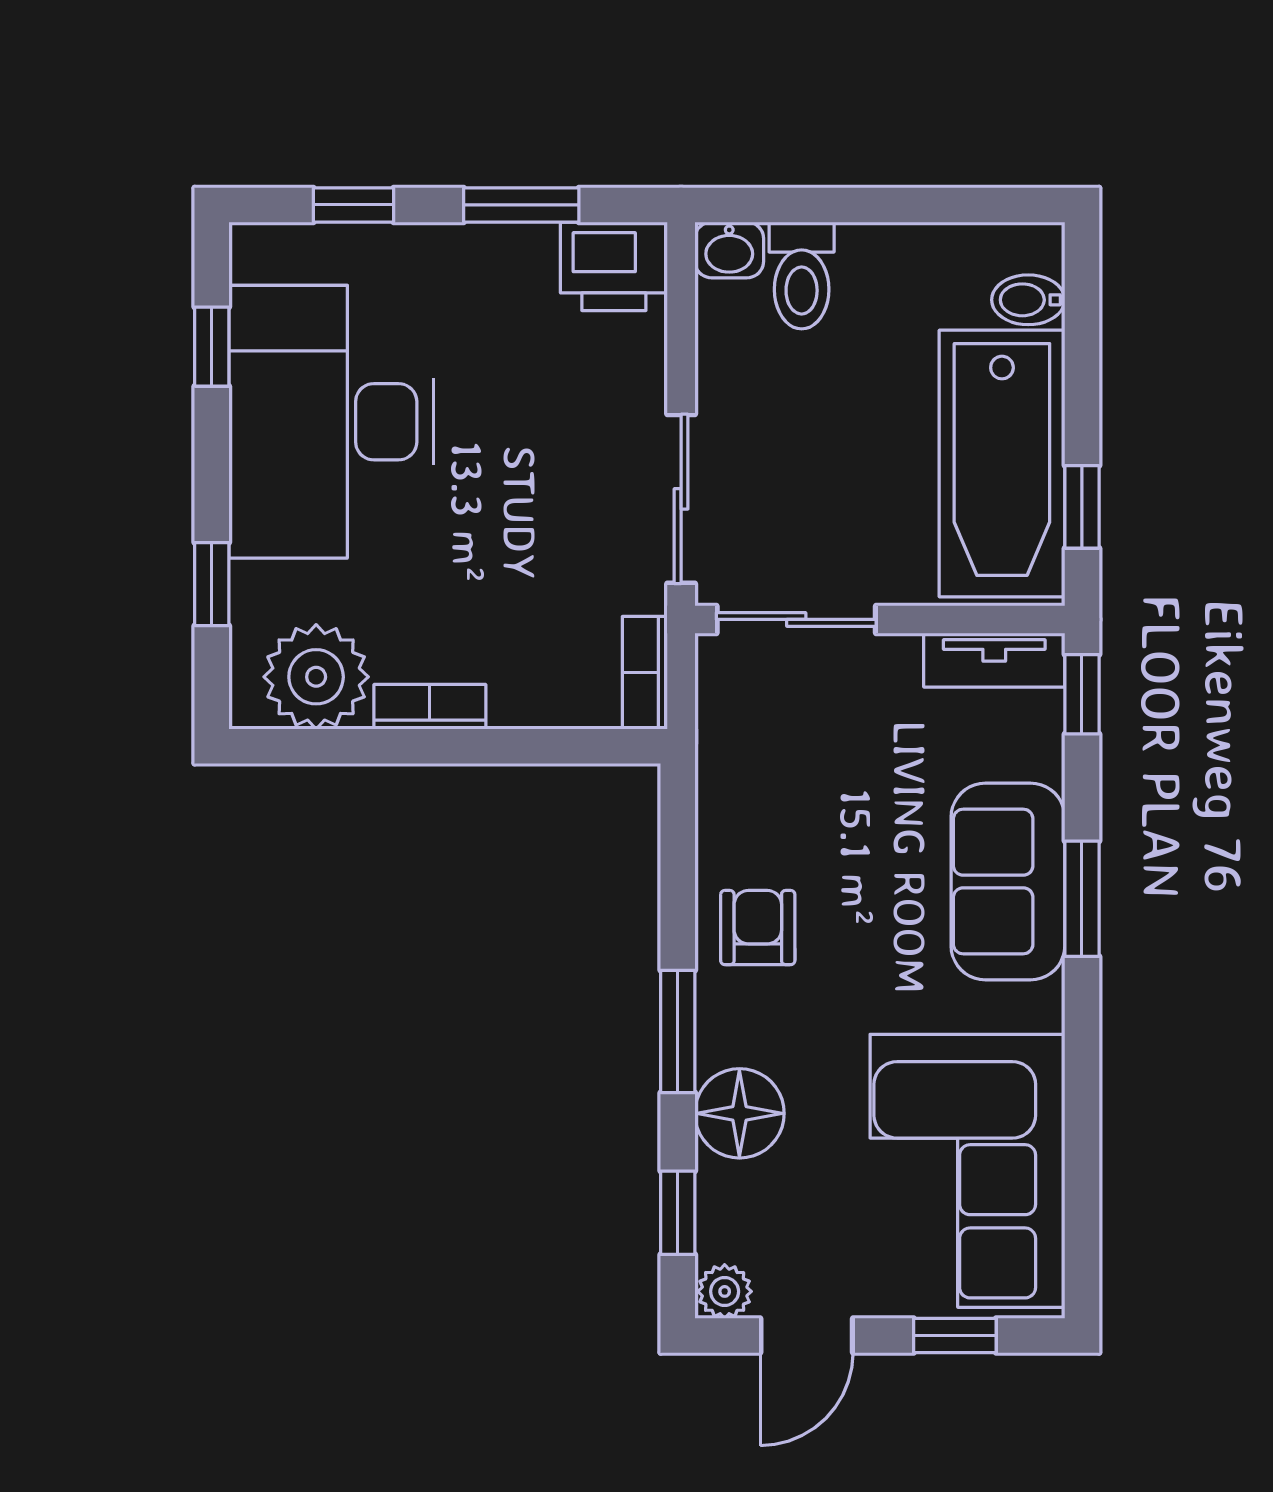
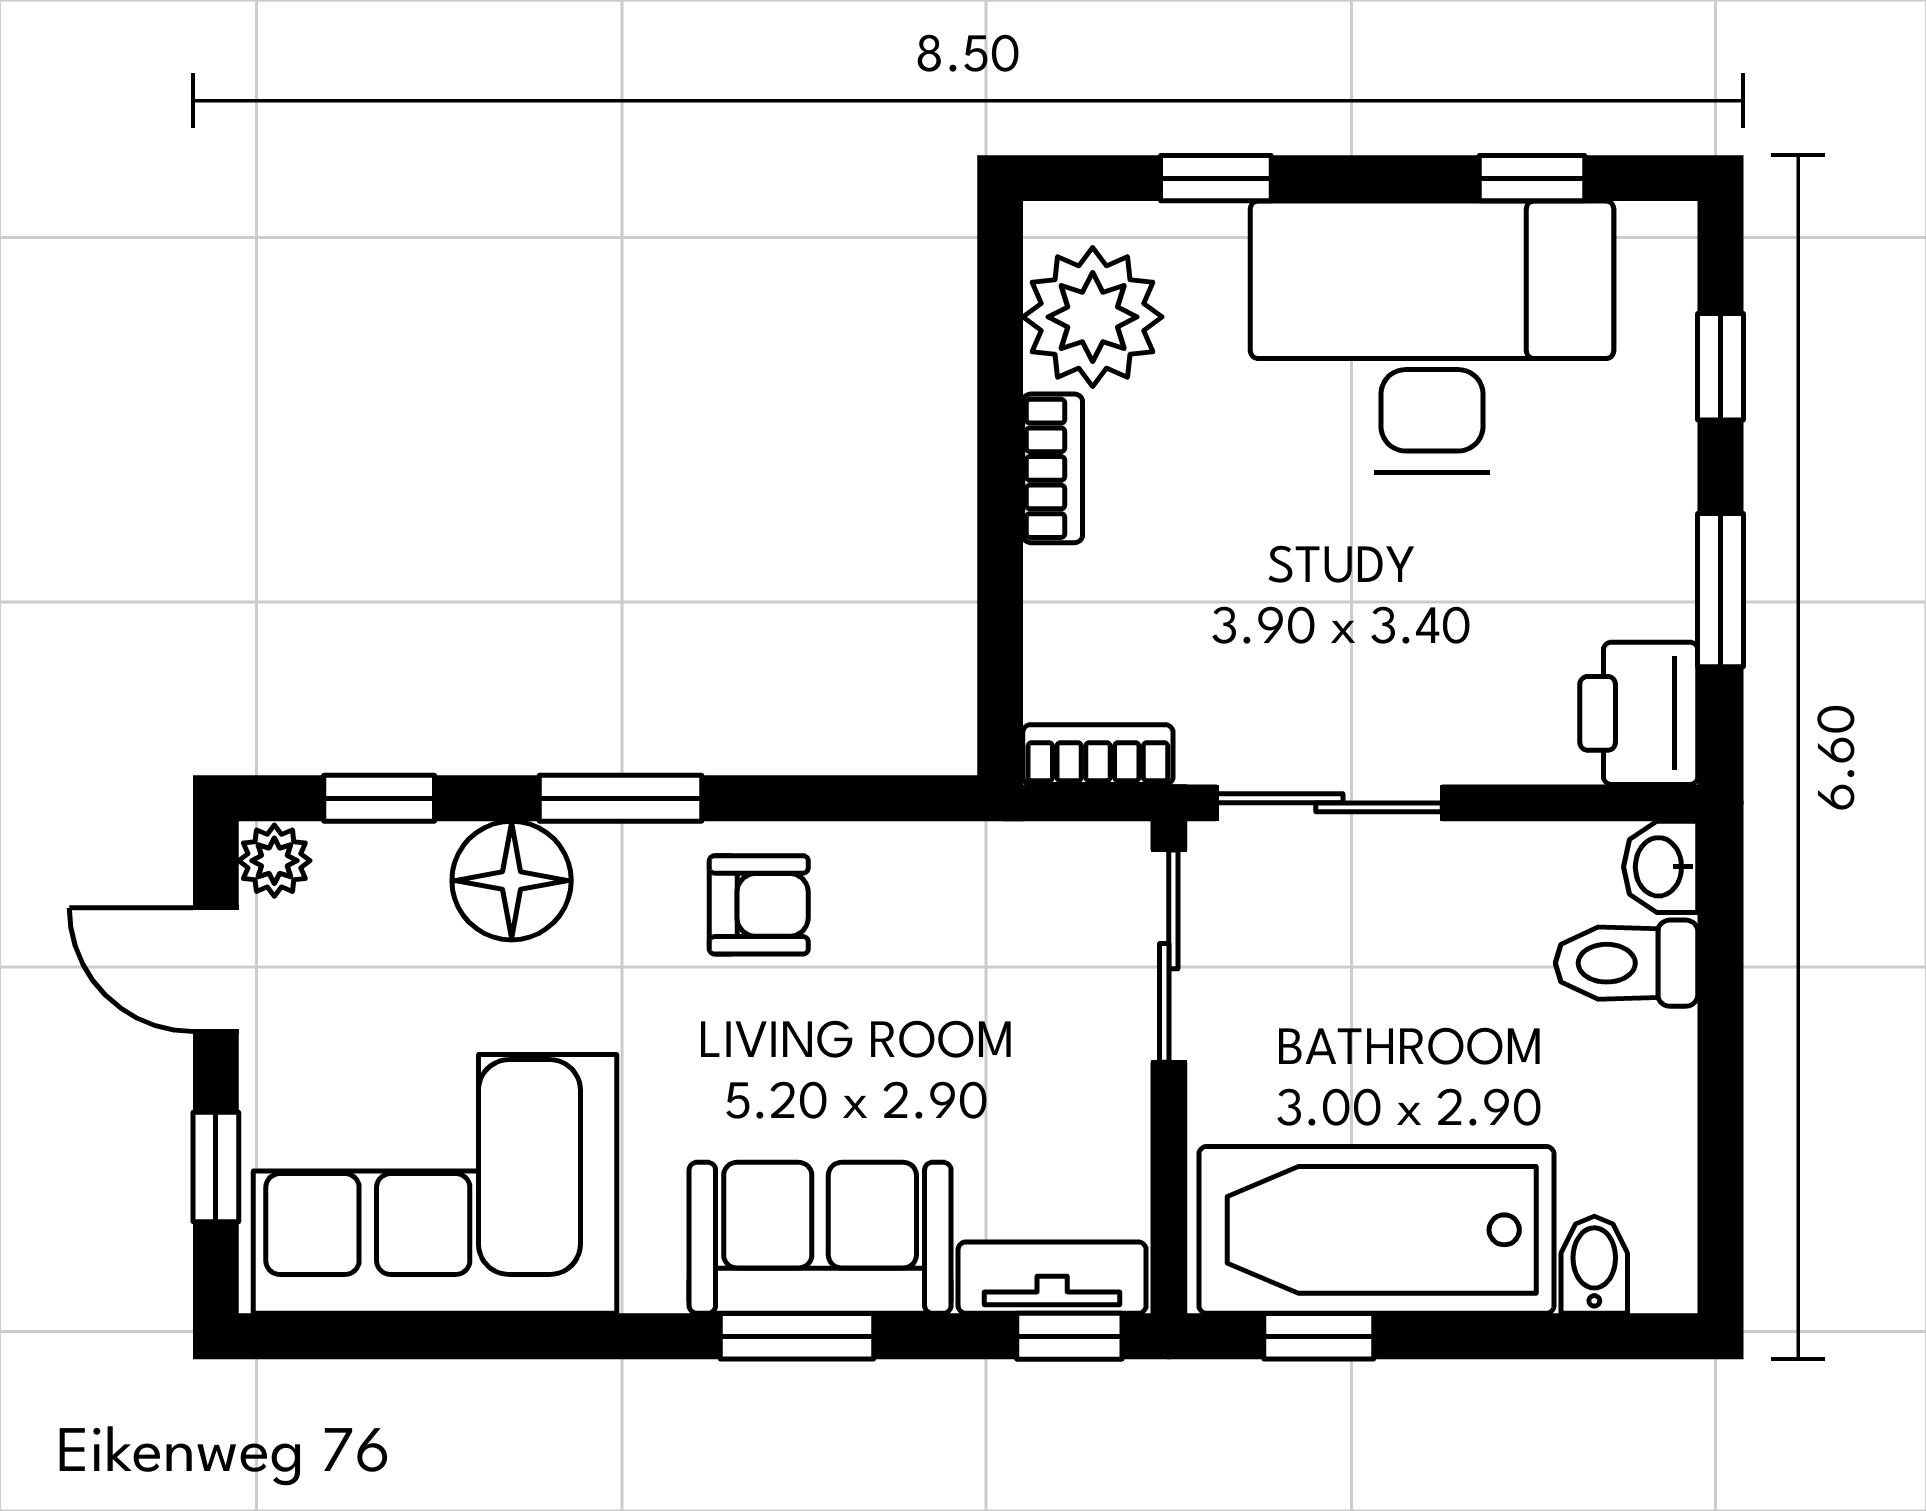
tv unit: (994, 660) -> (1052, 1278), moved, turned 90

